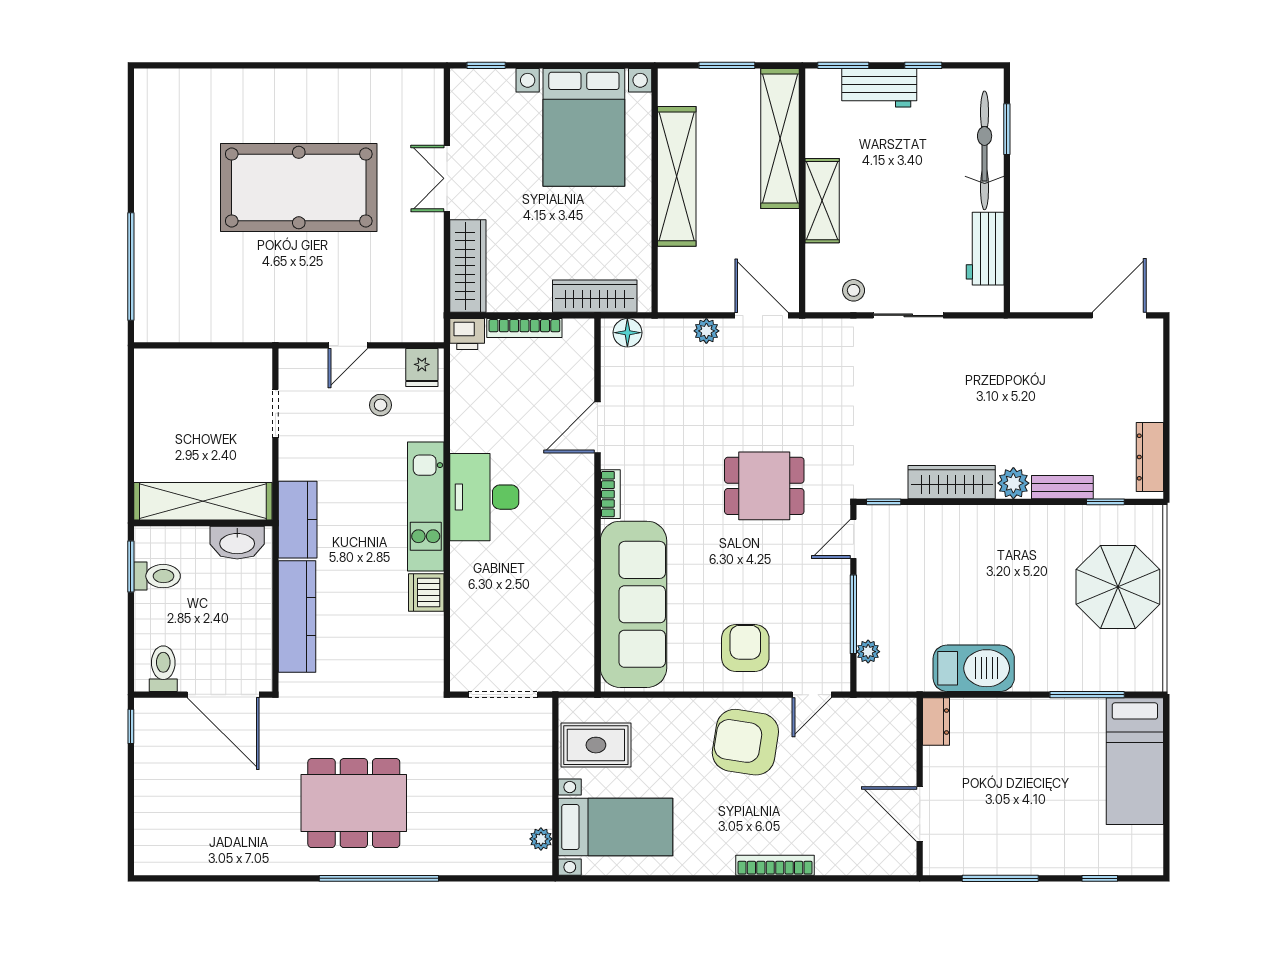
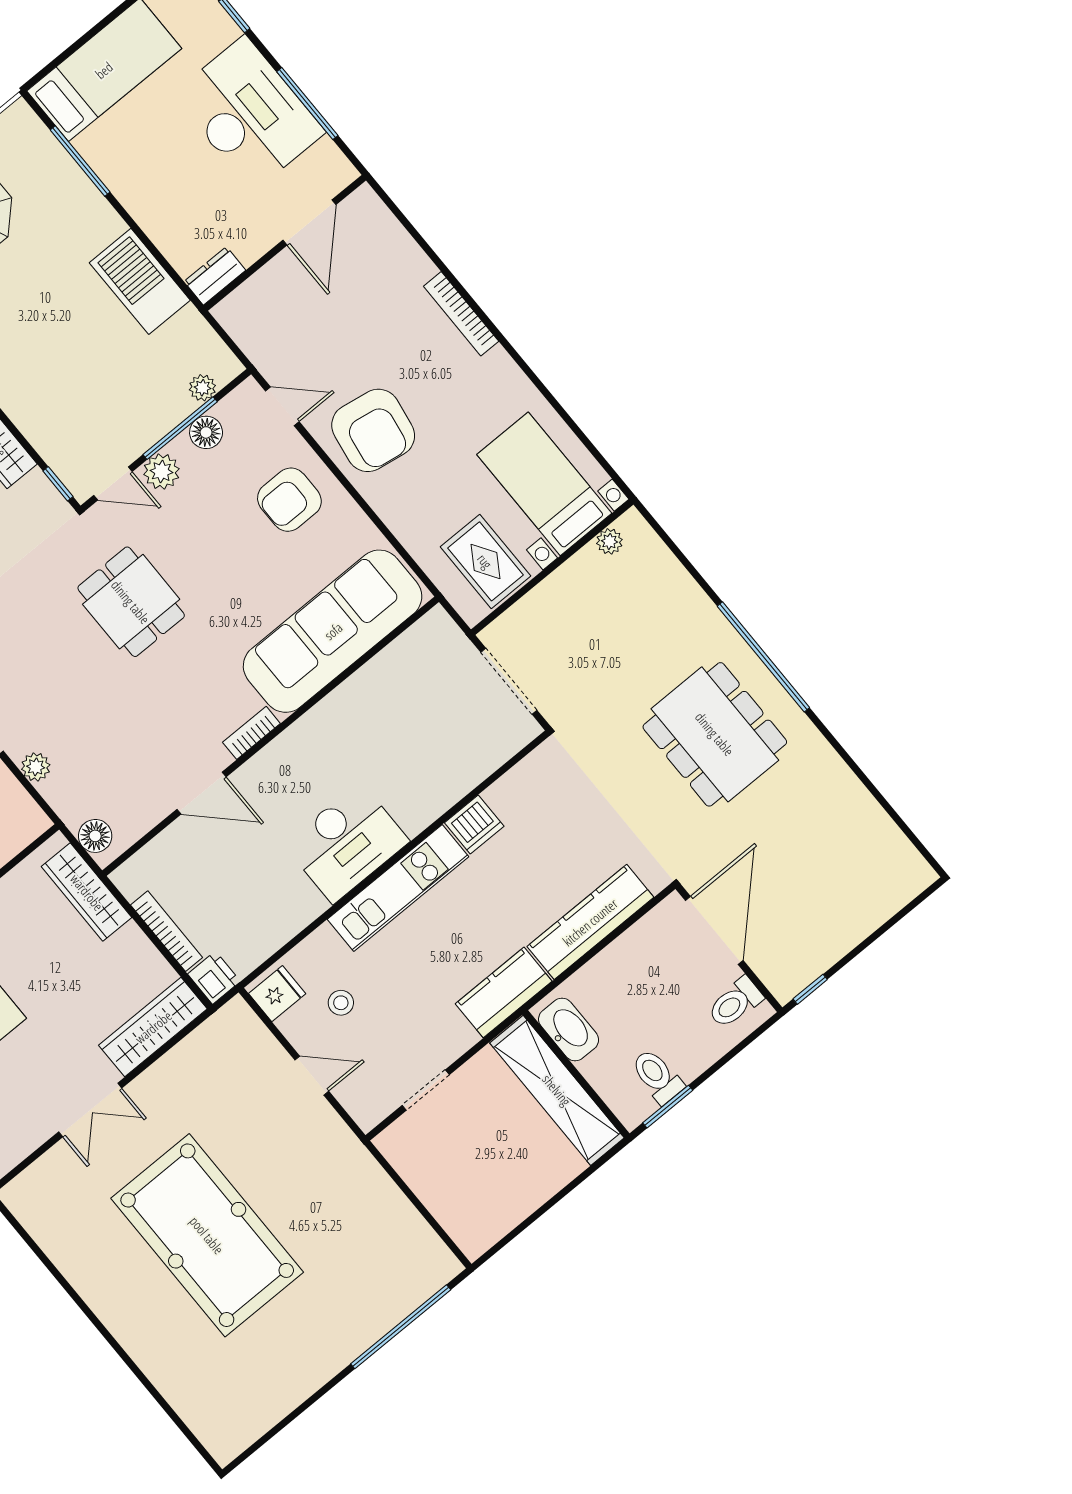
plant: (835, 578) -> (161, 472), added
floor lamp: (836, 629) -> (206, 432), added
desk: (1026, 834) -> (249, 113), added

